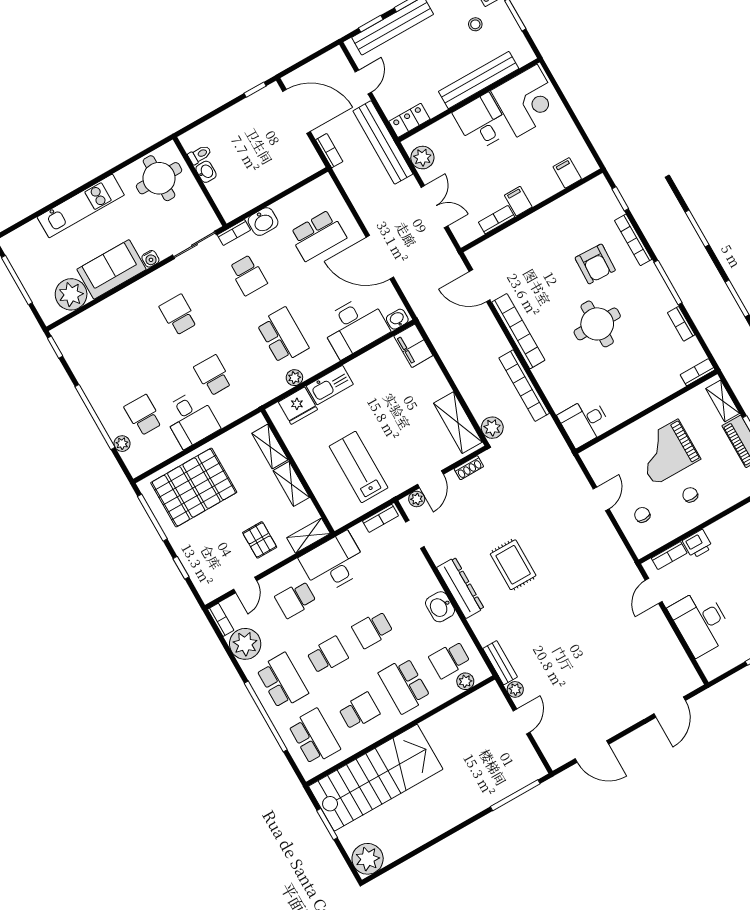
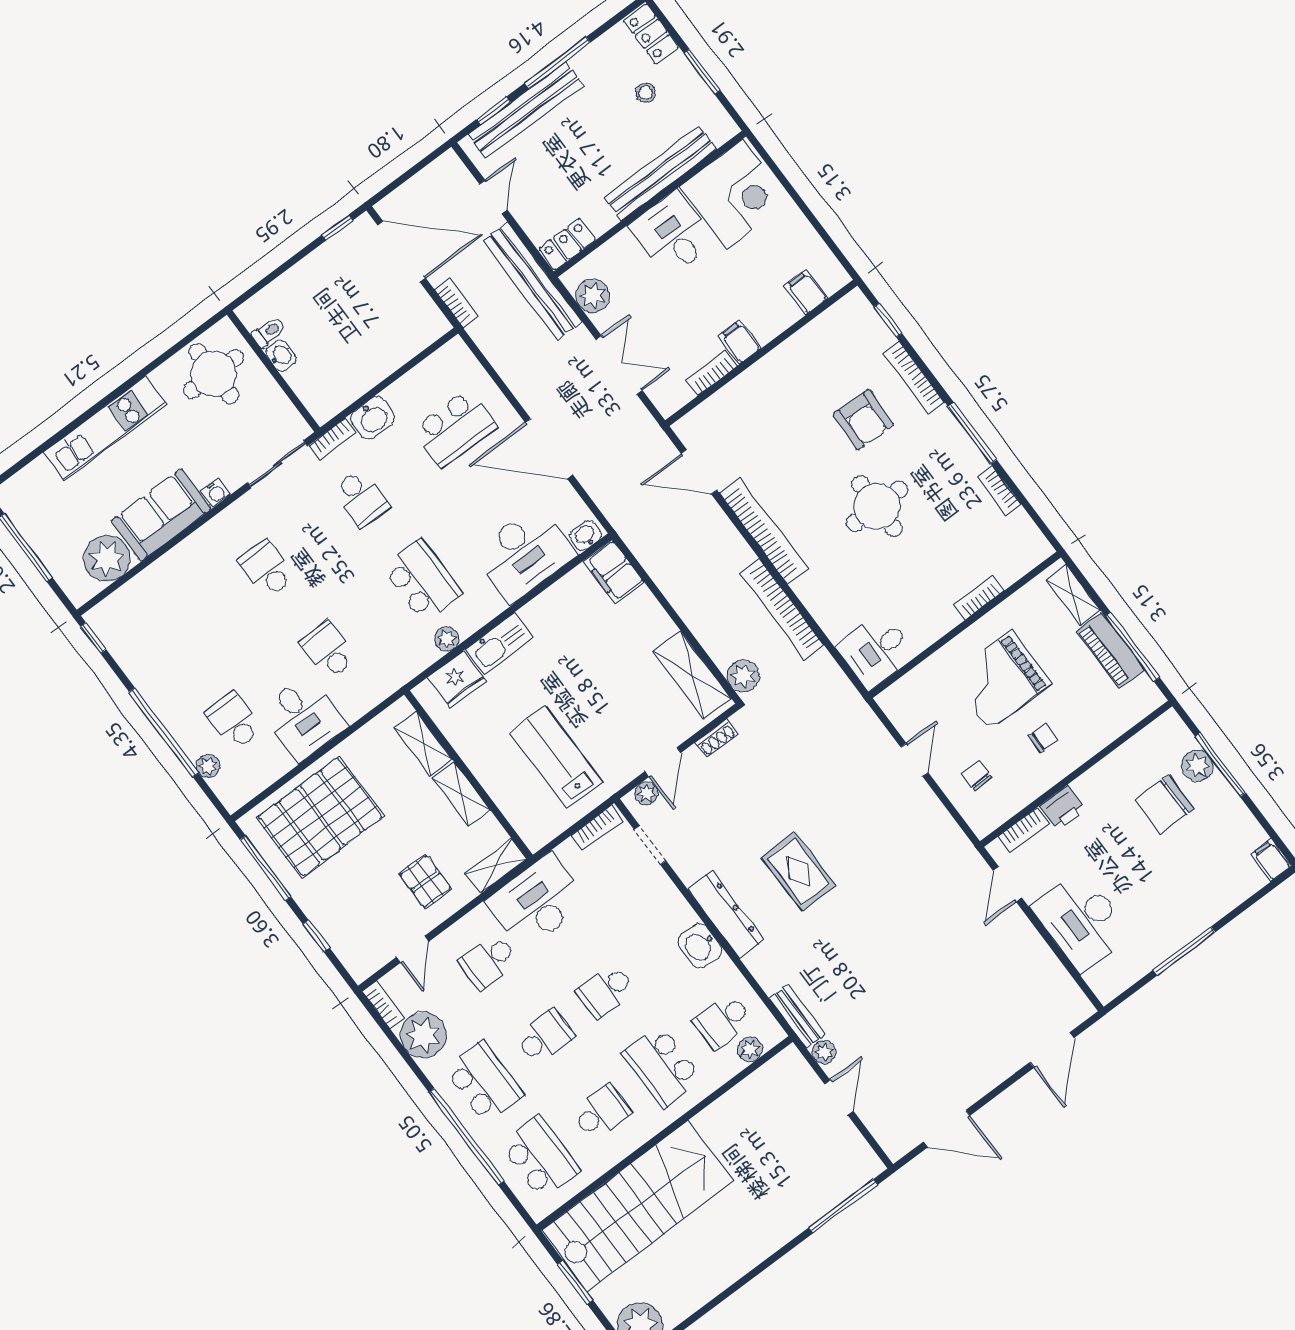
bookcase: (698, 372) -> (979, 598), moved
chair: (690, 495) -> (1043, 738), turned 90

